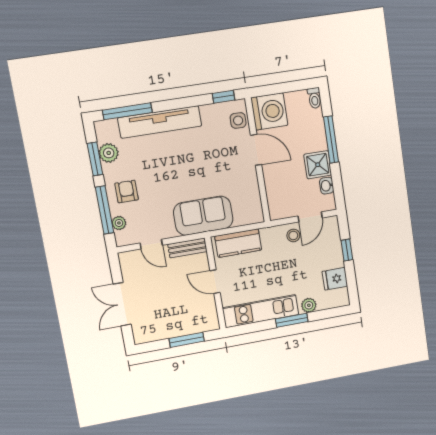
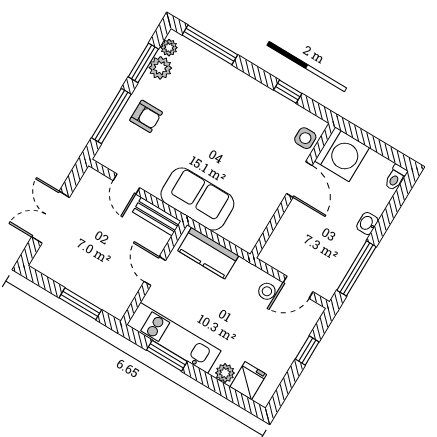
window: (223, 97) -> (288, 92), moved
tv unit: (160, 122) -> (231, 79), removed
window: (331, 140) -> (356, 268), moved
shower: (318, 165) -> (347, 243), removed
washbasin: (327, 186) -> (367, 223), moved
armchair: (127, 191) -> (146, 116), turned 90
plant: (119, 223) -> (169, 48), moved
fridge: (335, 279) -> (248, 381), moved, turned 90
window: (292, 320) -> (167, 356), moved

